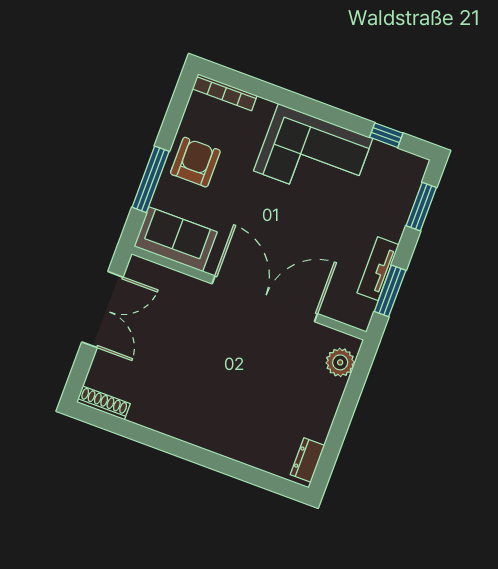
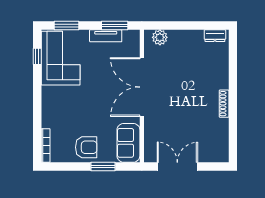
corner sofa: (313, 155) -> (61, 58), moved
armchair: (195, 162) -> (86, 147), turned 180
window: (151, 179) -> (103, 167), width x0.69
shoe rack: (103, 403) -> (224, 104), moved

